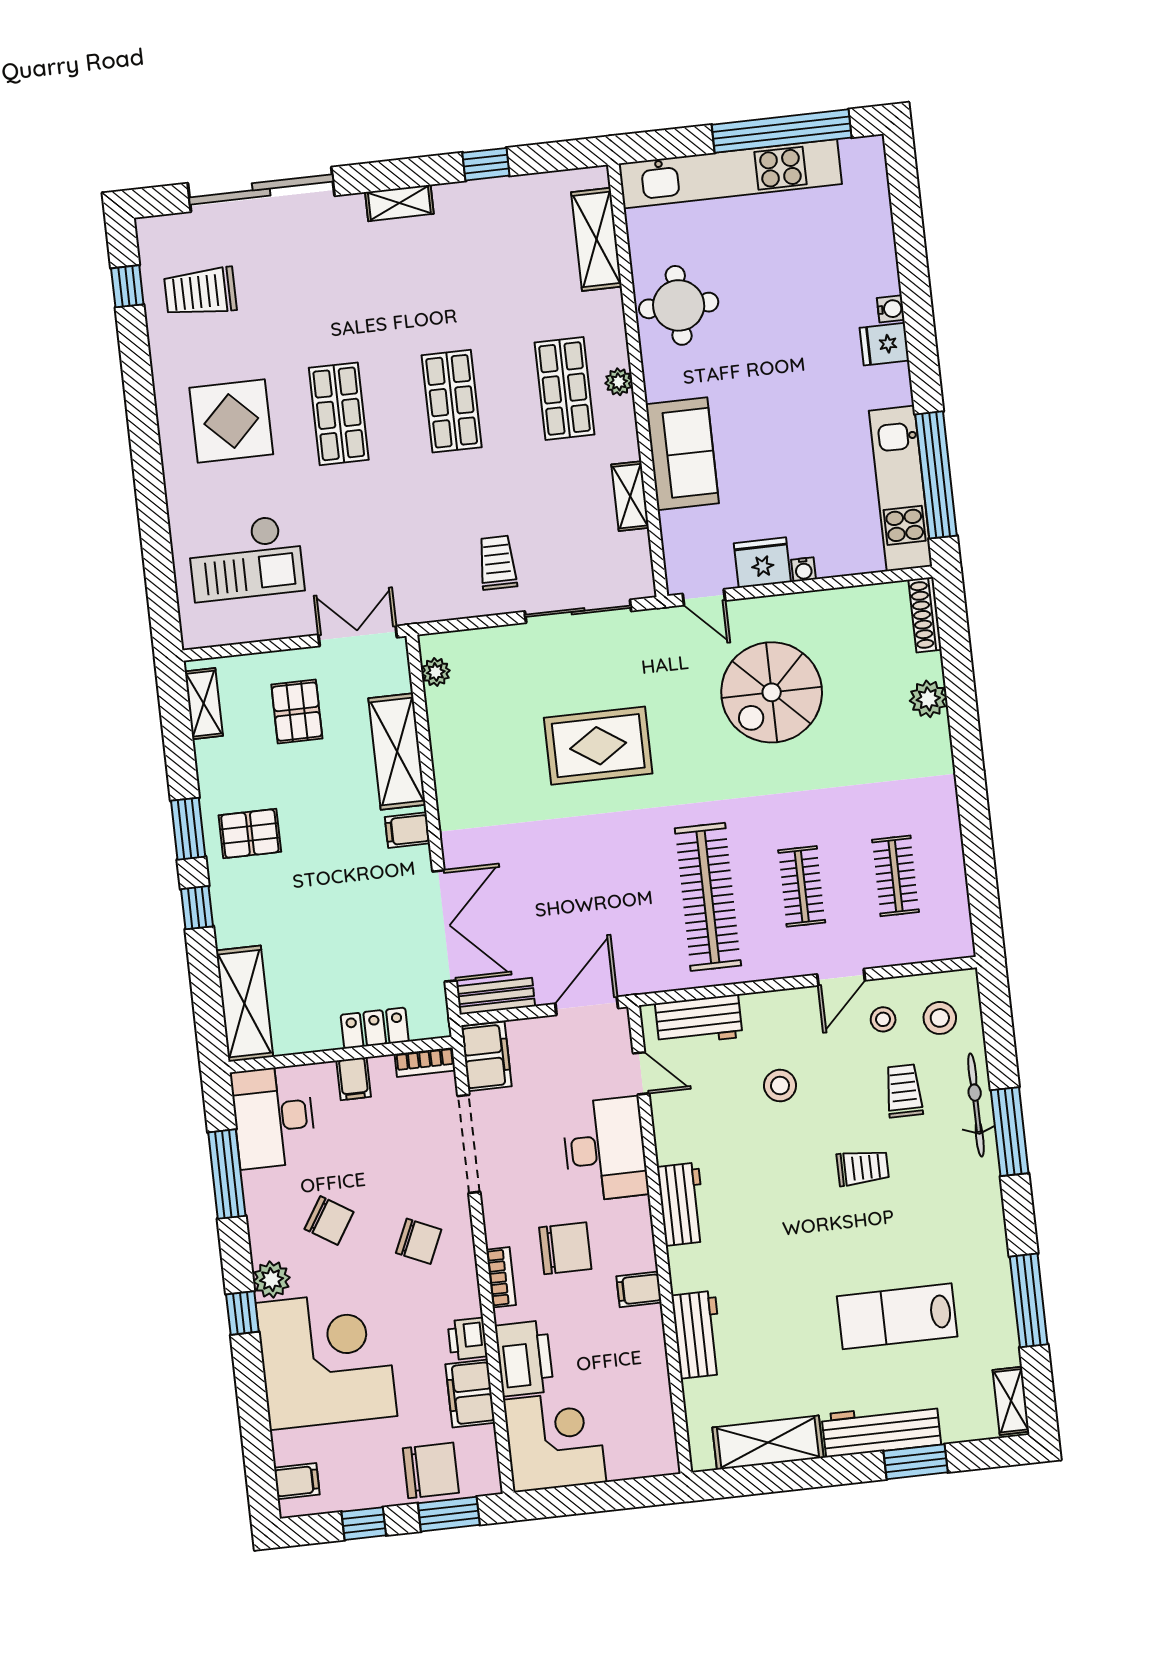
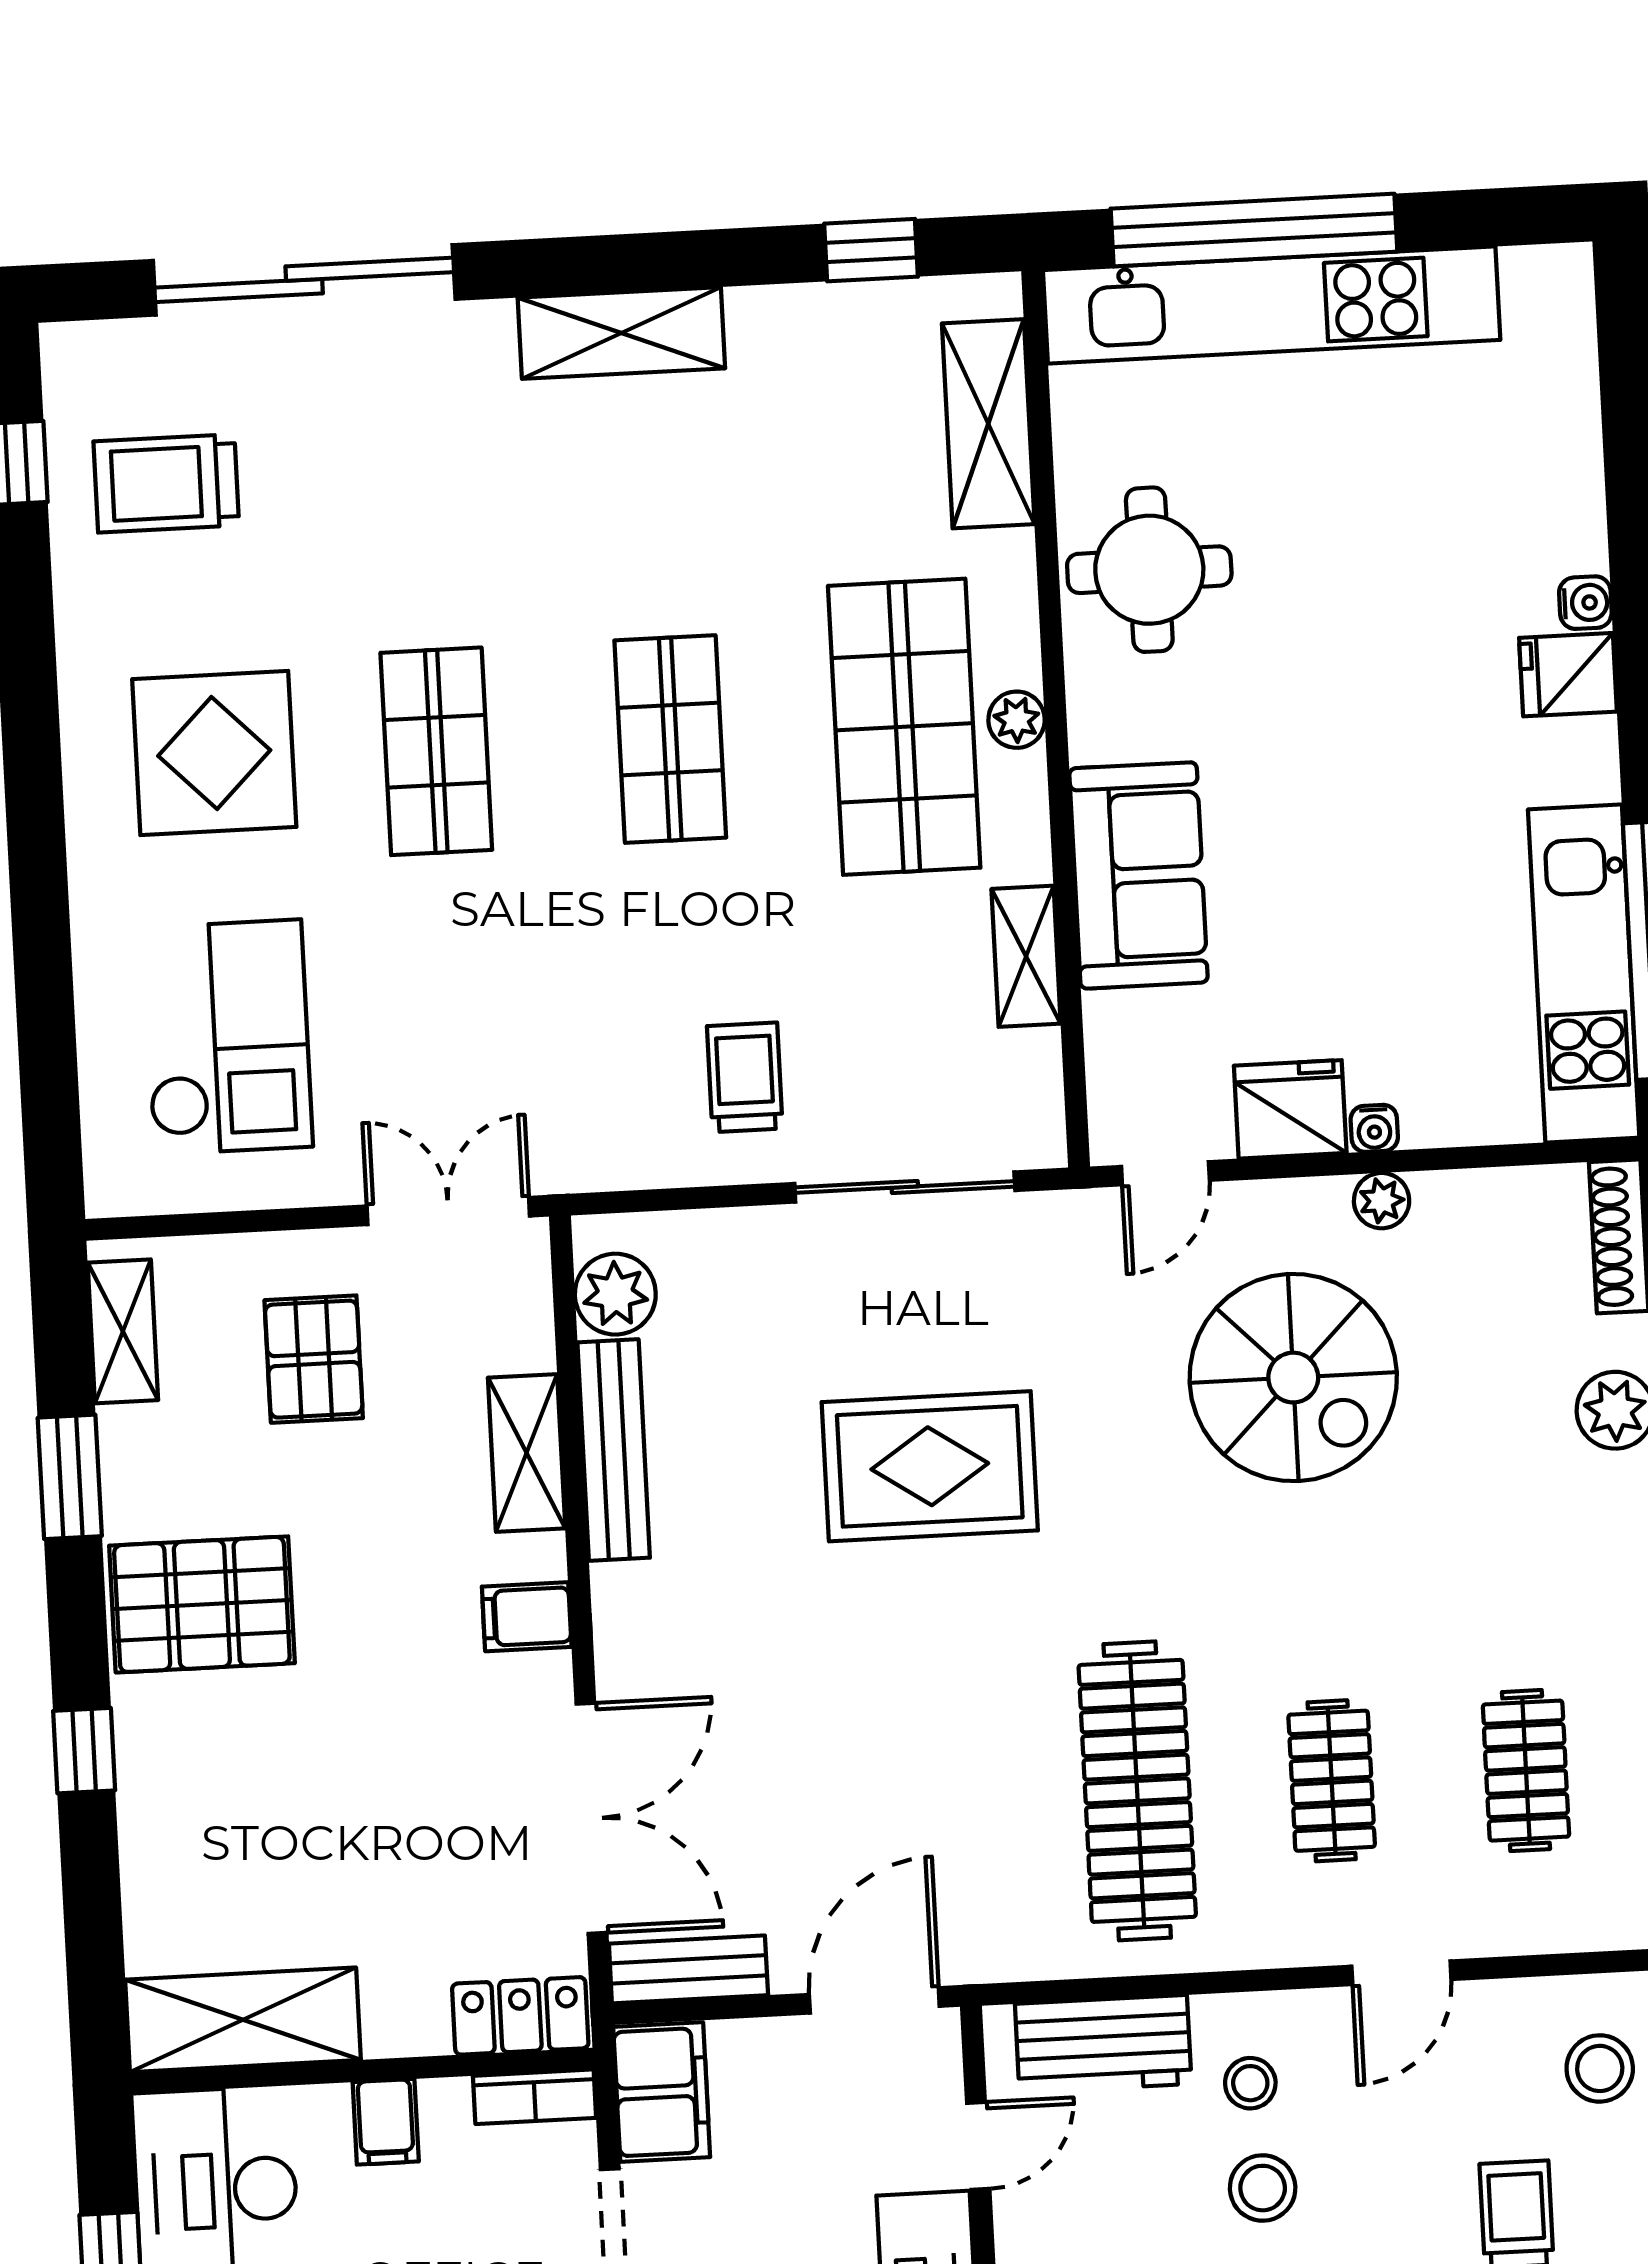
window: (782, 131) -> (1254, 230), moved
window: (486, 164) -> (871, 250), moved
shelving: (399, 203) -> (621, 333), width x1.50, depth x1.33
shop shelf: (565, 389) -> (904, 727), width x1.43, depth x1.36
checkout: (246, 558) -> (227, 1037), turned -90
door: (704, 597) -> (1165, 1173), hinge flipped
plant: (809, 604) -> (1382, 1201), added
plant: (436, 672) -> (615, 1294), width x1.38, depth x1.38
spiral stairs: (772, 692) -> (1293, 1378), turned -90
bench: (445, 747) -> (614, 1450), added
shelving: (397, 752) -> (527, 1453), width x0.67, depth x0.75
window: (188, 829) -> (70, 1477), moved
pallet: (250, 834) -> (202, 1604), width x1.50, depth x1.42
shelving: (244, 1004) -> (243, 2020), moved, turned 90
stool: (883, 1019) -> (1250, 2083), moved
locker: (375, 1028) -> (520, 2016), moved
door: (641, 1073) -> (978, 2146), hinge flipped

